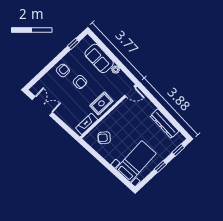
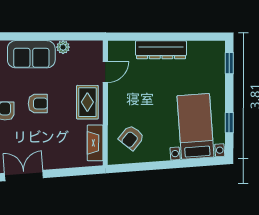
door: (130, 91) -> (105, 72), moved
dresser: (165, 124) -> (161, 50), moved
window: (160, 167) -> (229, 123), moved

